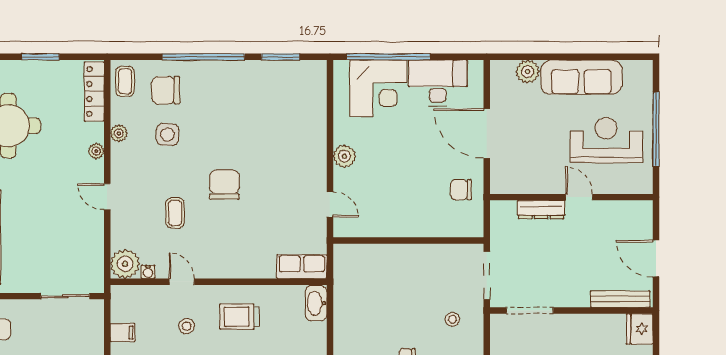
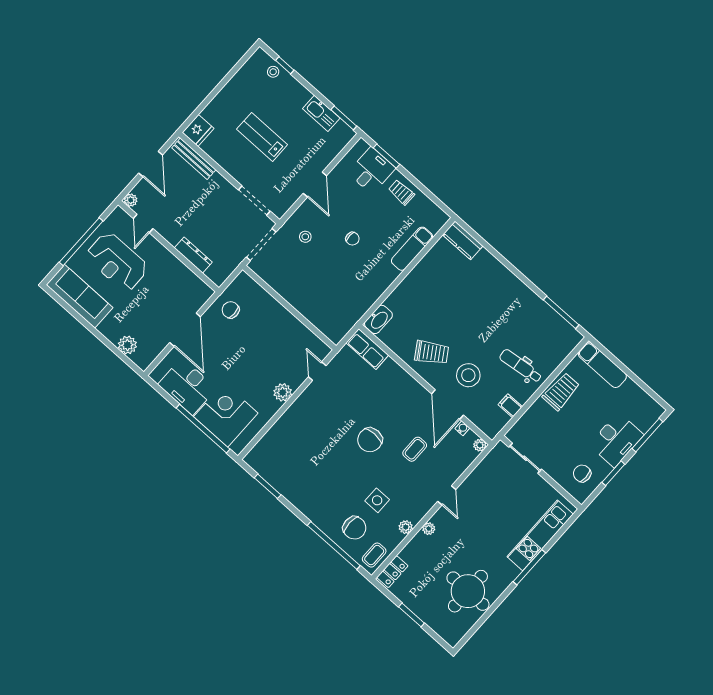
window: (203, 57) -> (334, 545), moved
sofa: (581, 77) -> (80, 296), moved
locker: (94, 91) -> (392, 572), width x0.66
chair: (461, 190) -> (231, 310), turned 180
door: (579, 197) -> (143, 224), moved
plant: (645, 208) -> (131, 200), added
plant: (125, 264) -> (480, 445), width x0.53, depth x0.53
door: (182, 282) -> (447, 404), width x1.87
trolley: (239, 317) -> (432, 352), turned -33
stool: (187, 326) -> (468, 375), width x1.89, depth x1.89

